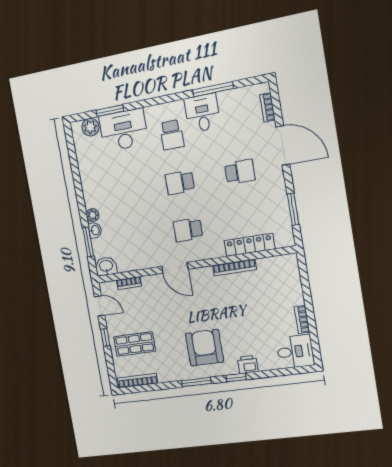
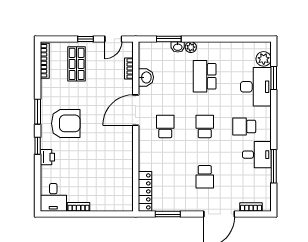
school desk: (122, 193) -> (205, 76), added
locker: (250, 245) -> (145, 191), moved
washbasin: (106, 266) -> (146, 77), moved
bookcase: (234, 267) -> (129, 160), removed
door: (175, 268) -> (136, 110), width x1.36

